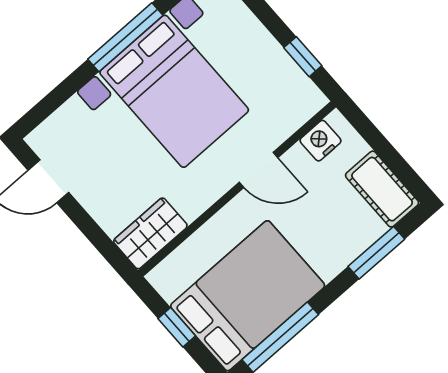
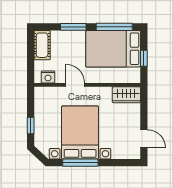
window: (303, 57) -> (31, 126), moved
window: (376, 253) -> (73, 27), moved

